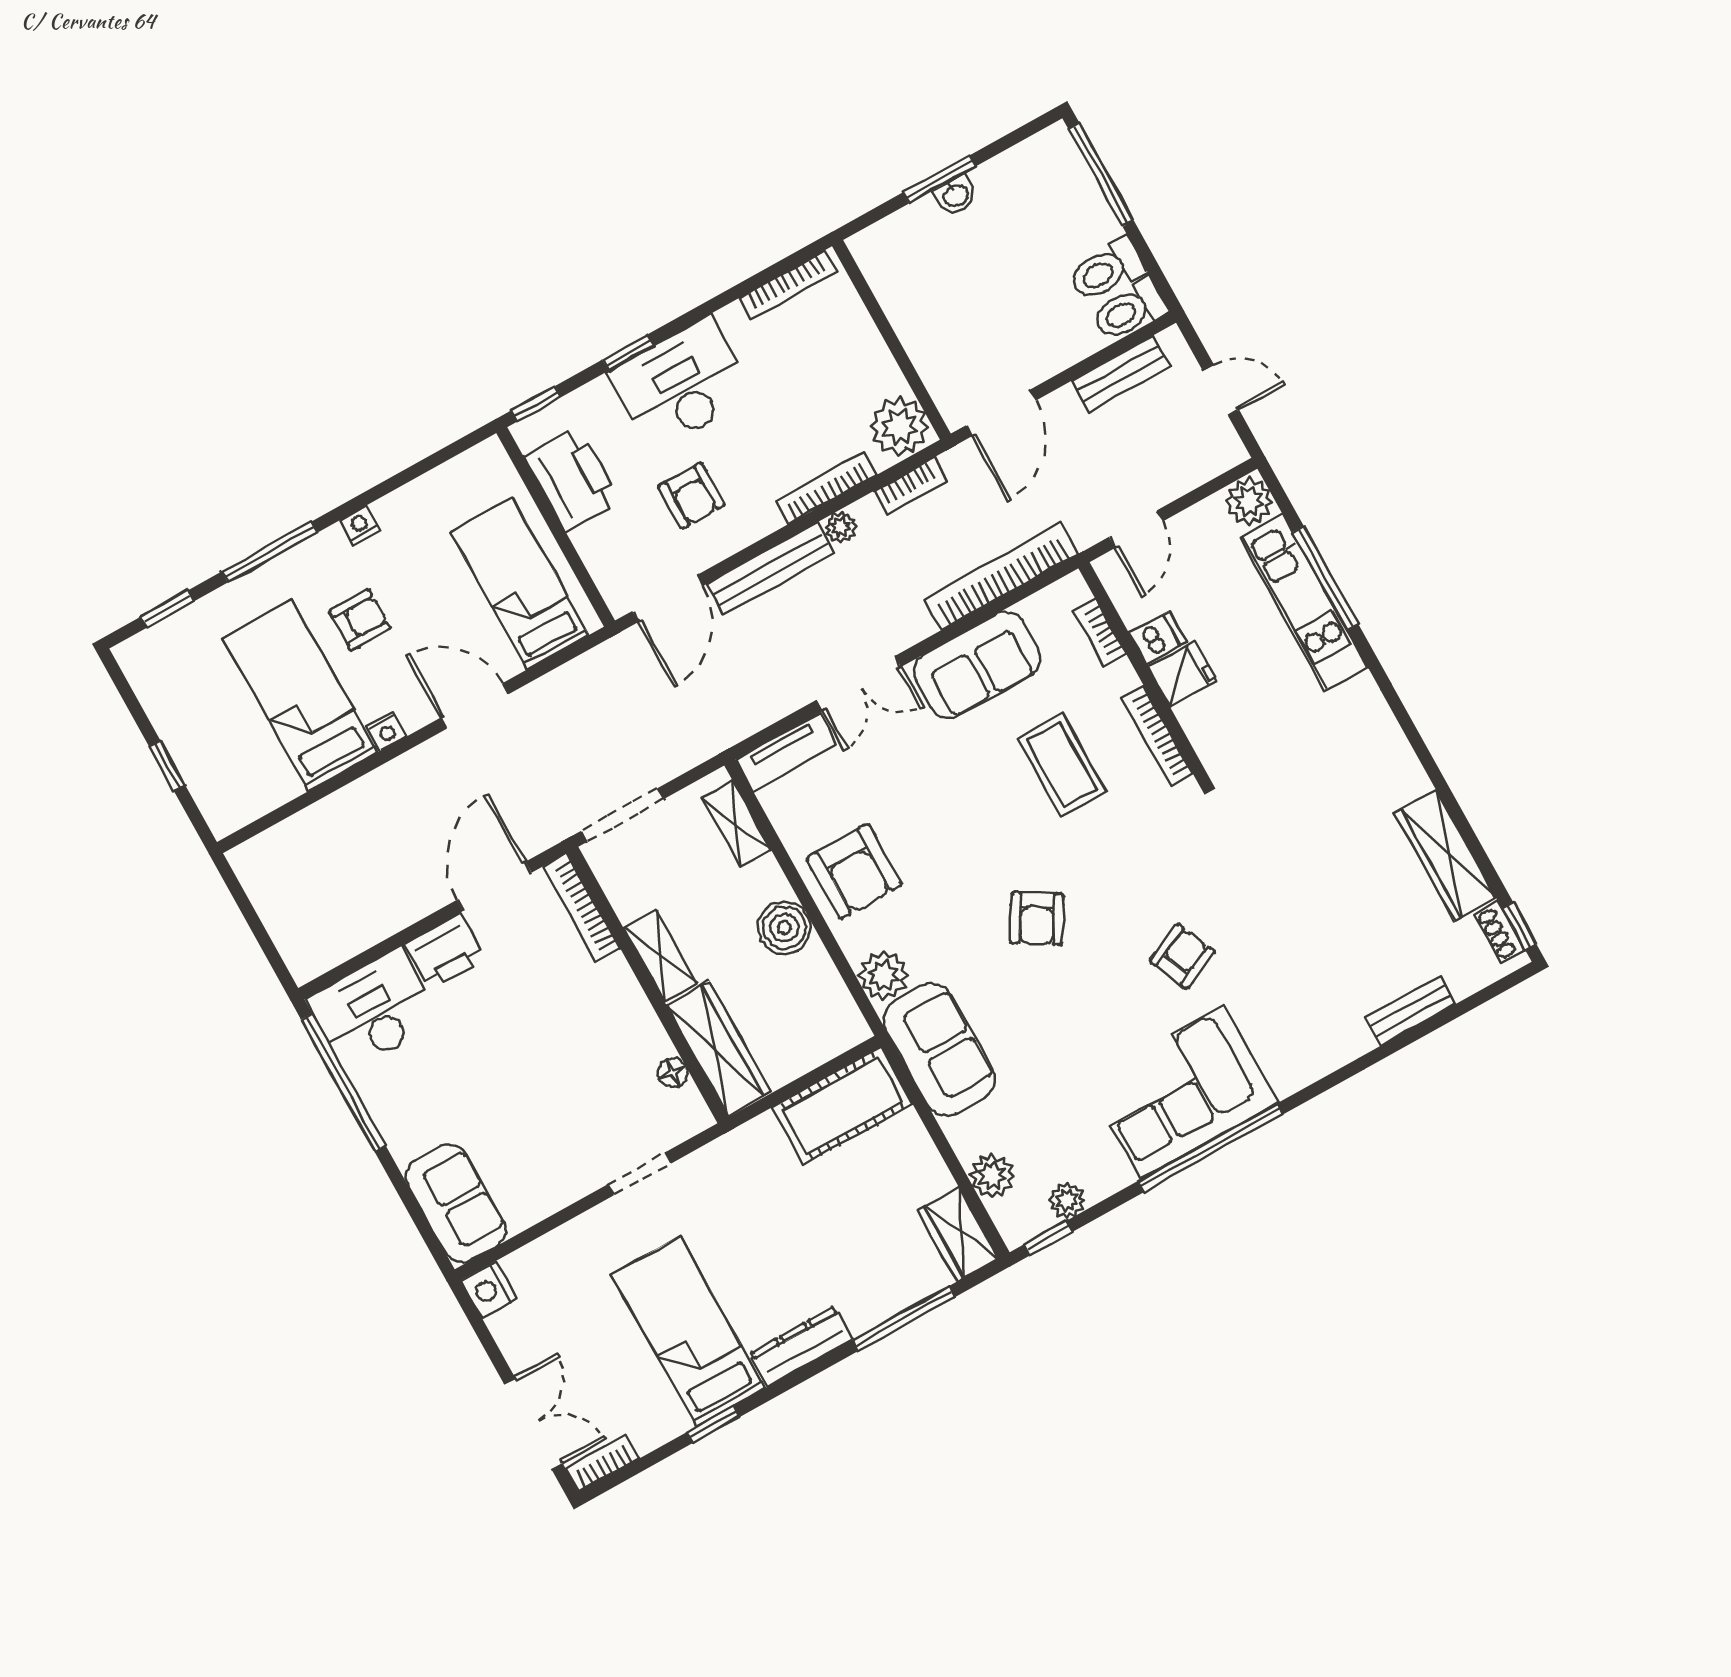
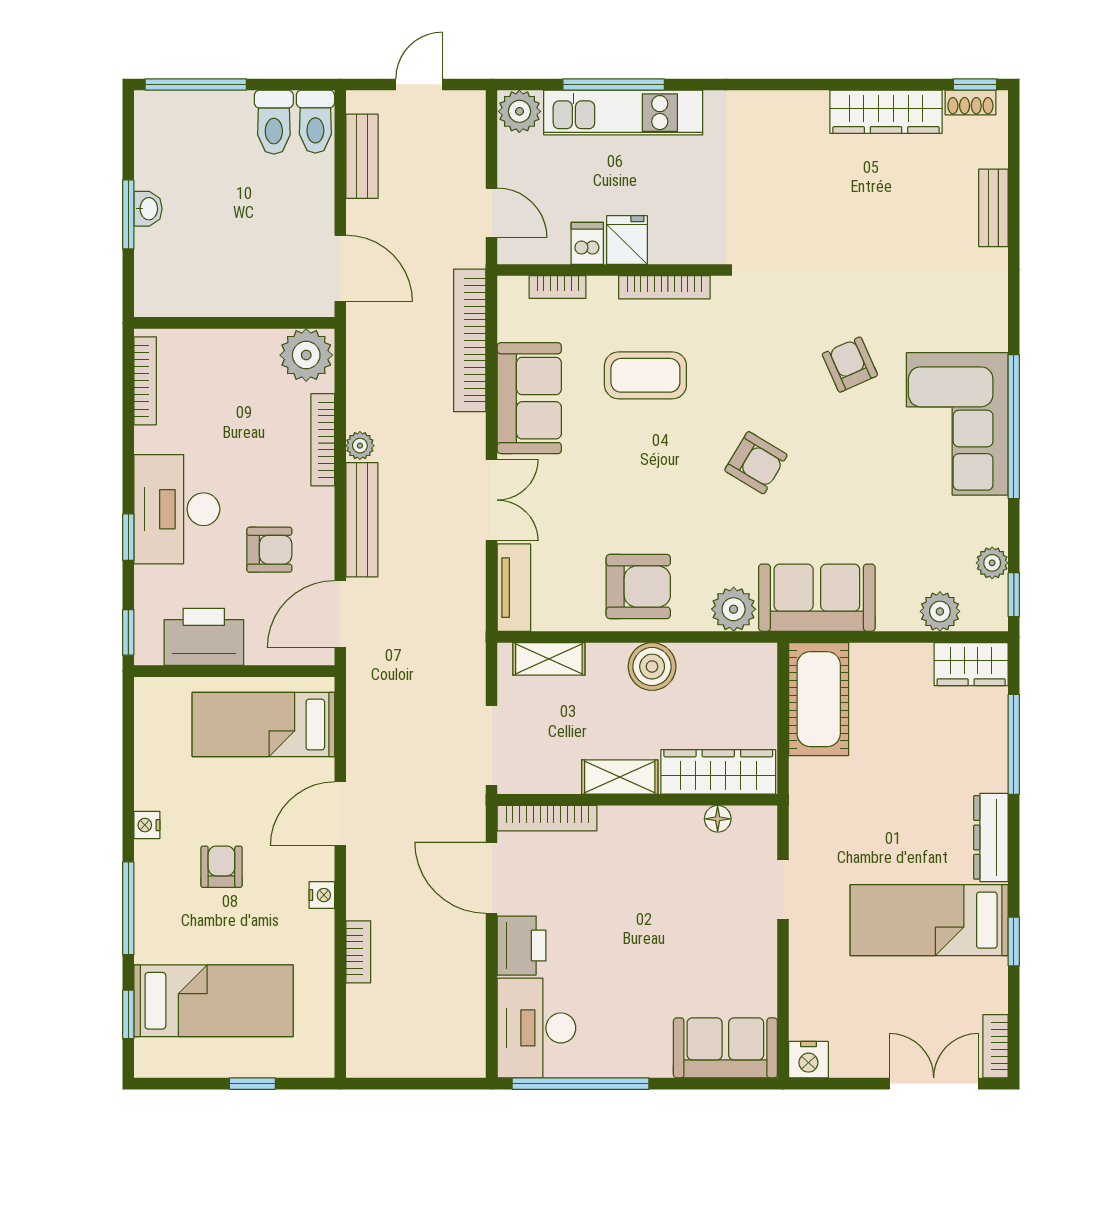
bookcase: (911, 486) -> (358, 952), moved
door: (668, 599) -> (340, 614), swing flipped
bed: (300, 695) -> (213, 1001), moved, turned 180

